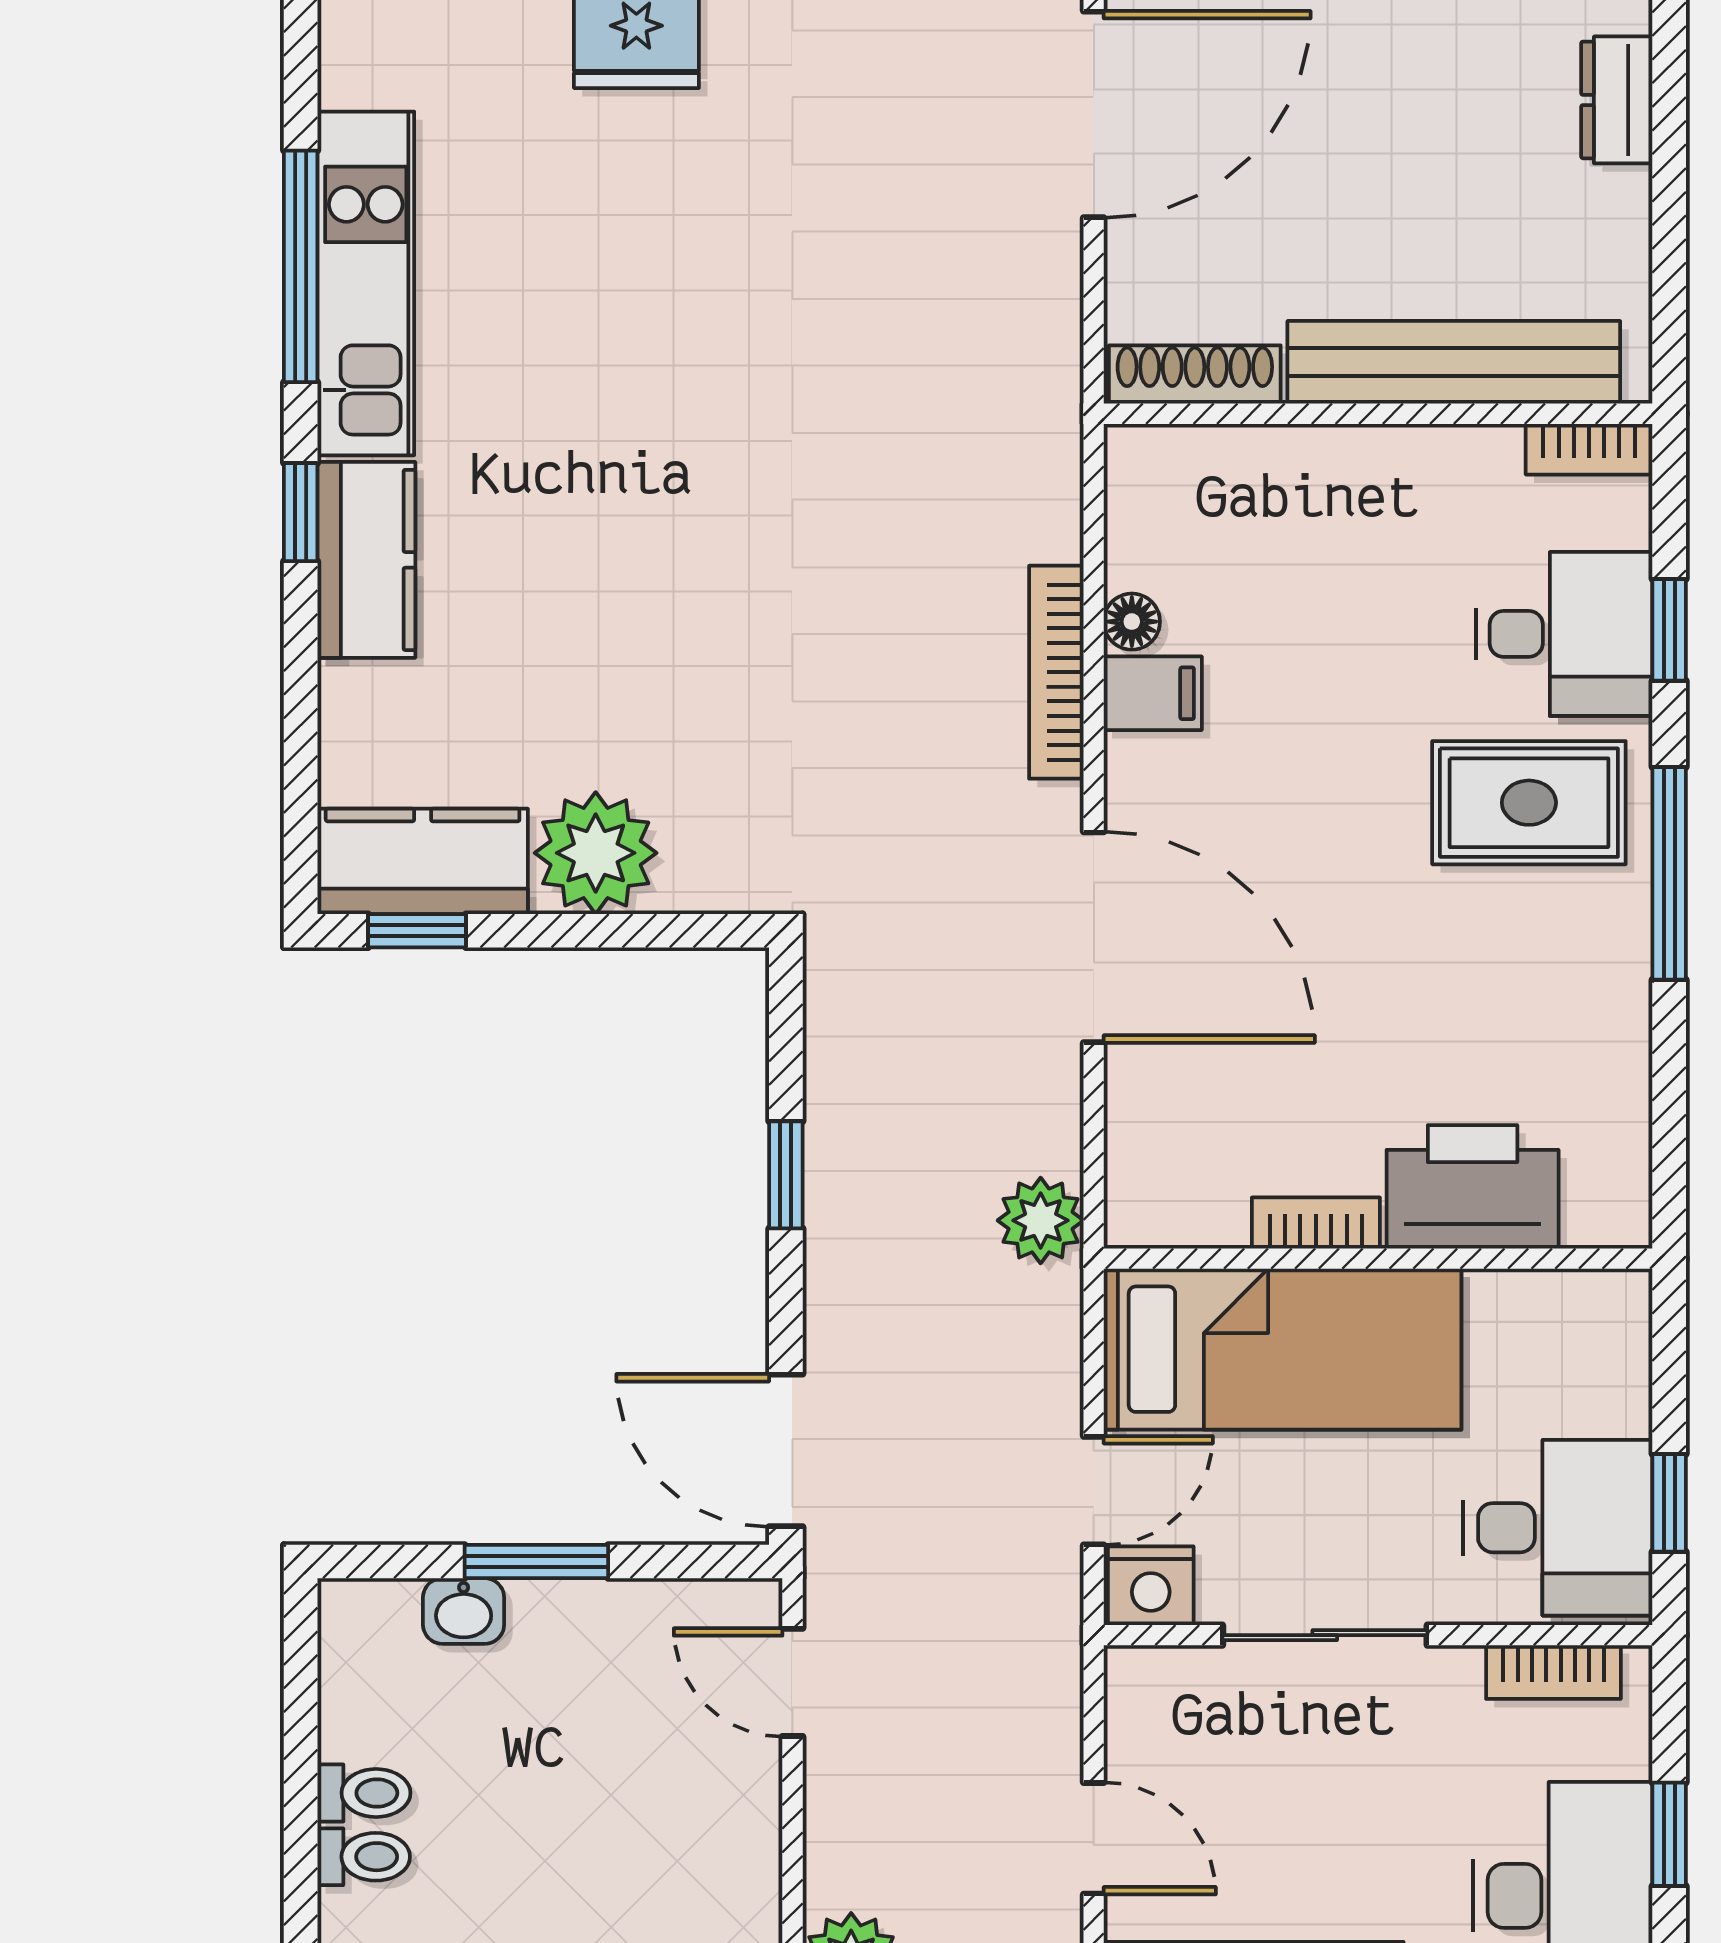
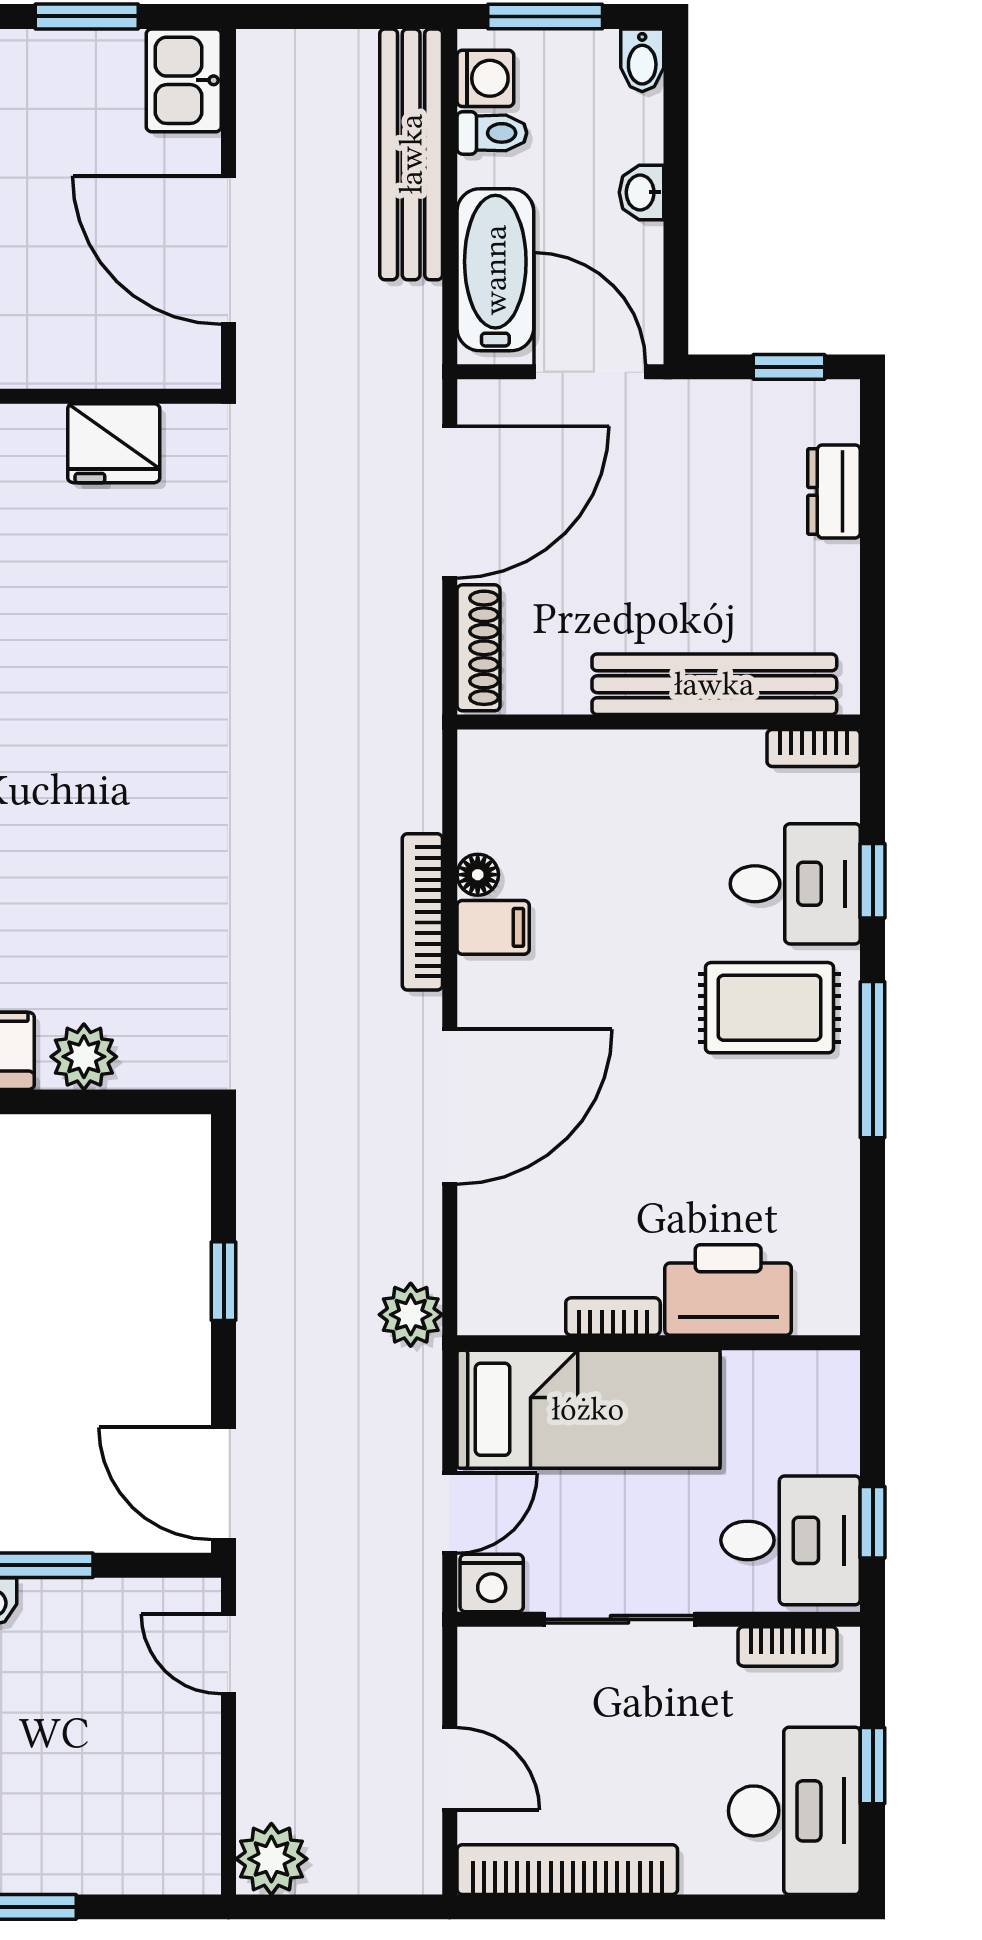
shoe rack: (1195, 375) -> (479, 648), moved, turned 90
plant: (596, 853) -> (84, 1057), width x0.73, depth x0.73
door: (1094, 937) -> (450, 1107), hinge flipped

